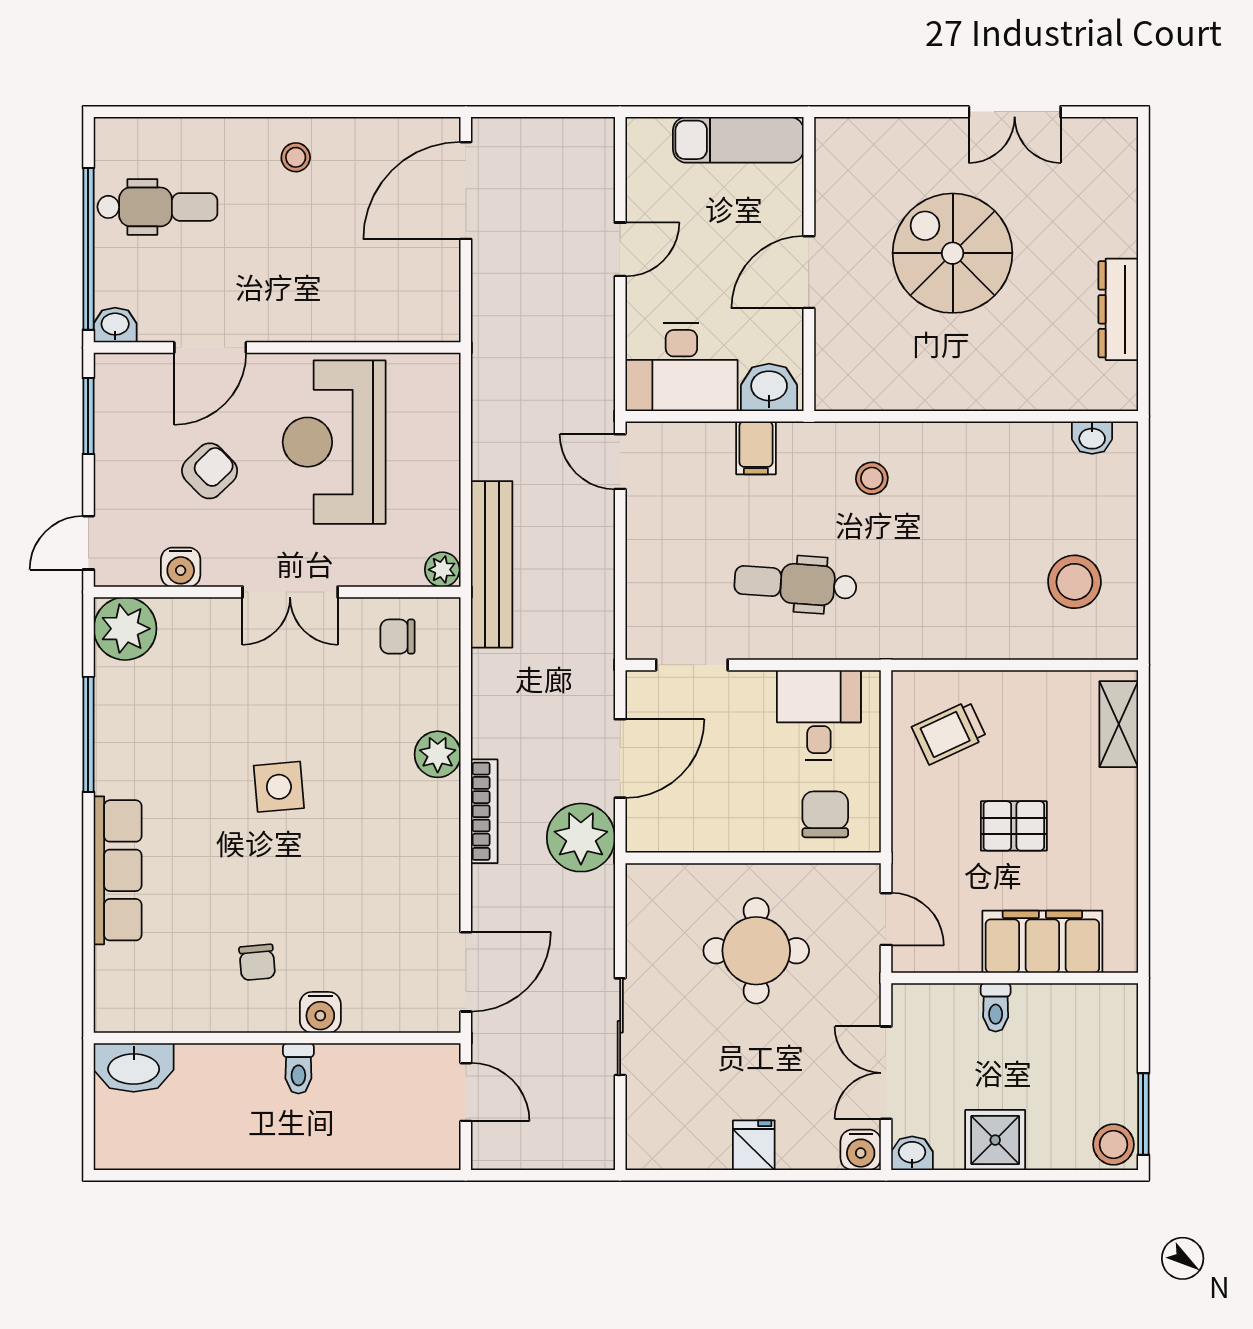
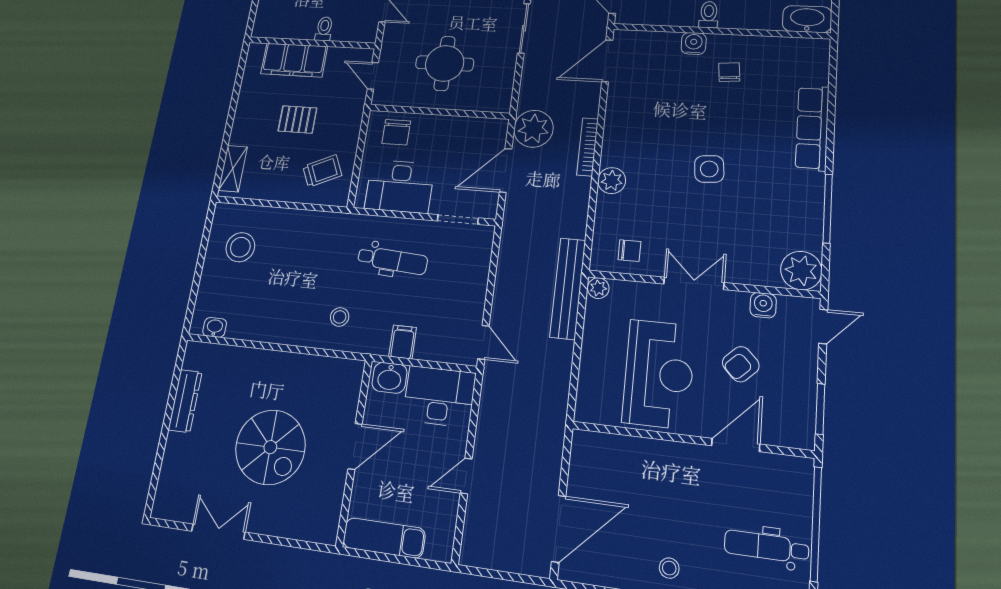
washbasin: (115, 325) -> (799, 468), removed
desk: (819, 715) -> (400, 186), width x1.37

